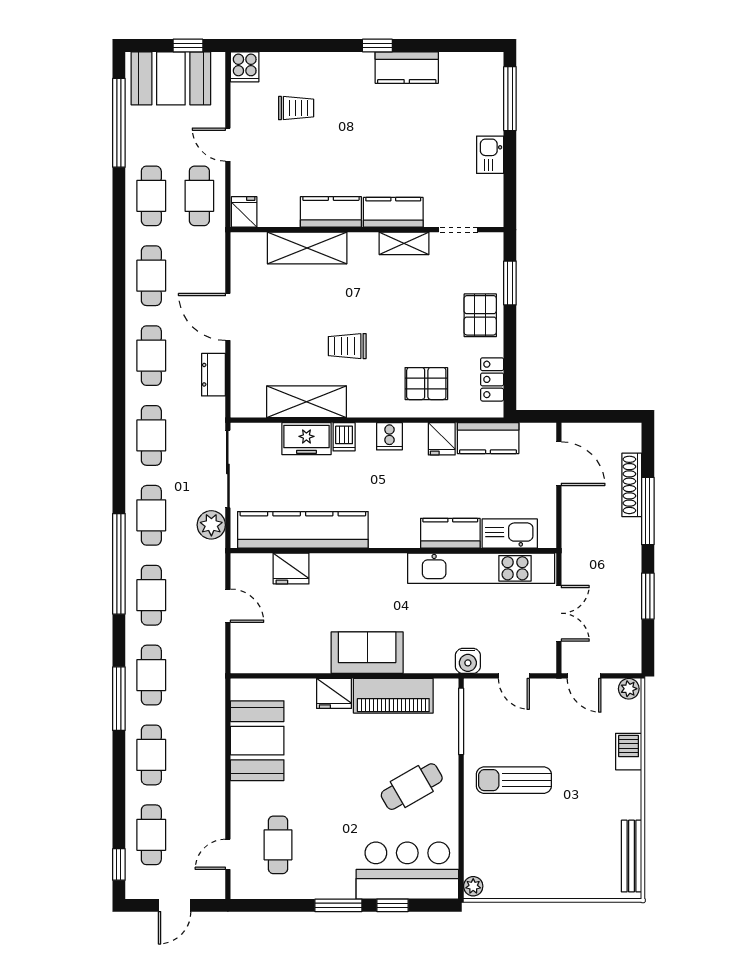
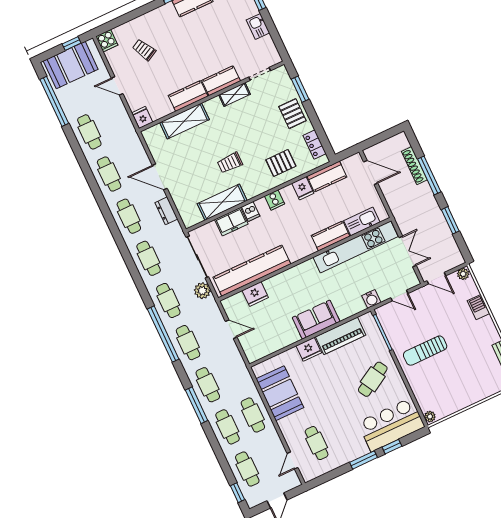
trolley: (296, 108) -> (144, 50), turned -118
cafe table: (199, 196) -> (253, 415), moved

